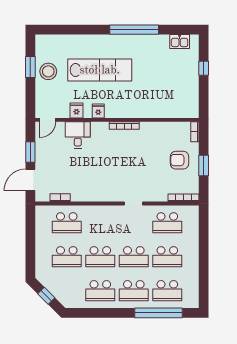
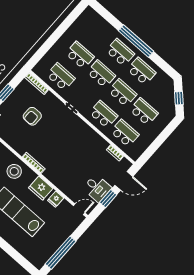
window: (30, 67) -> (61, 253), width x2.11
stool: (48, 71) -> (14, 171), moved
fridge: (98, 111) -> (41, 188), width x1.88, depth x1.34
desk: (78, 135) -> (97, 188), moved, turned -90
armchair: (180, 160) -> (32, 116), moved, turned 90
school desk: (167, 291) -> (103, 114), moved
window: (158, 313) -> (136, 41), moved

